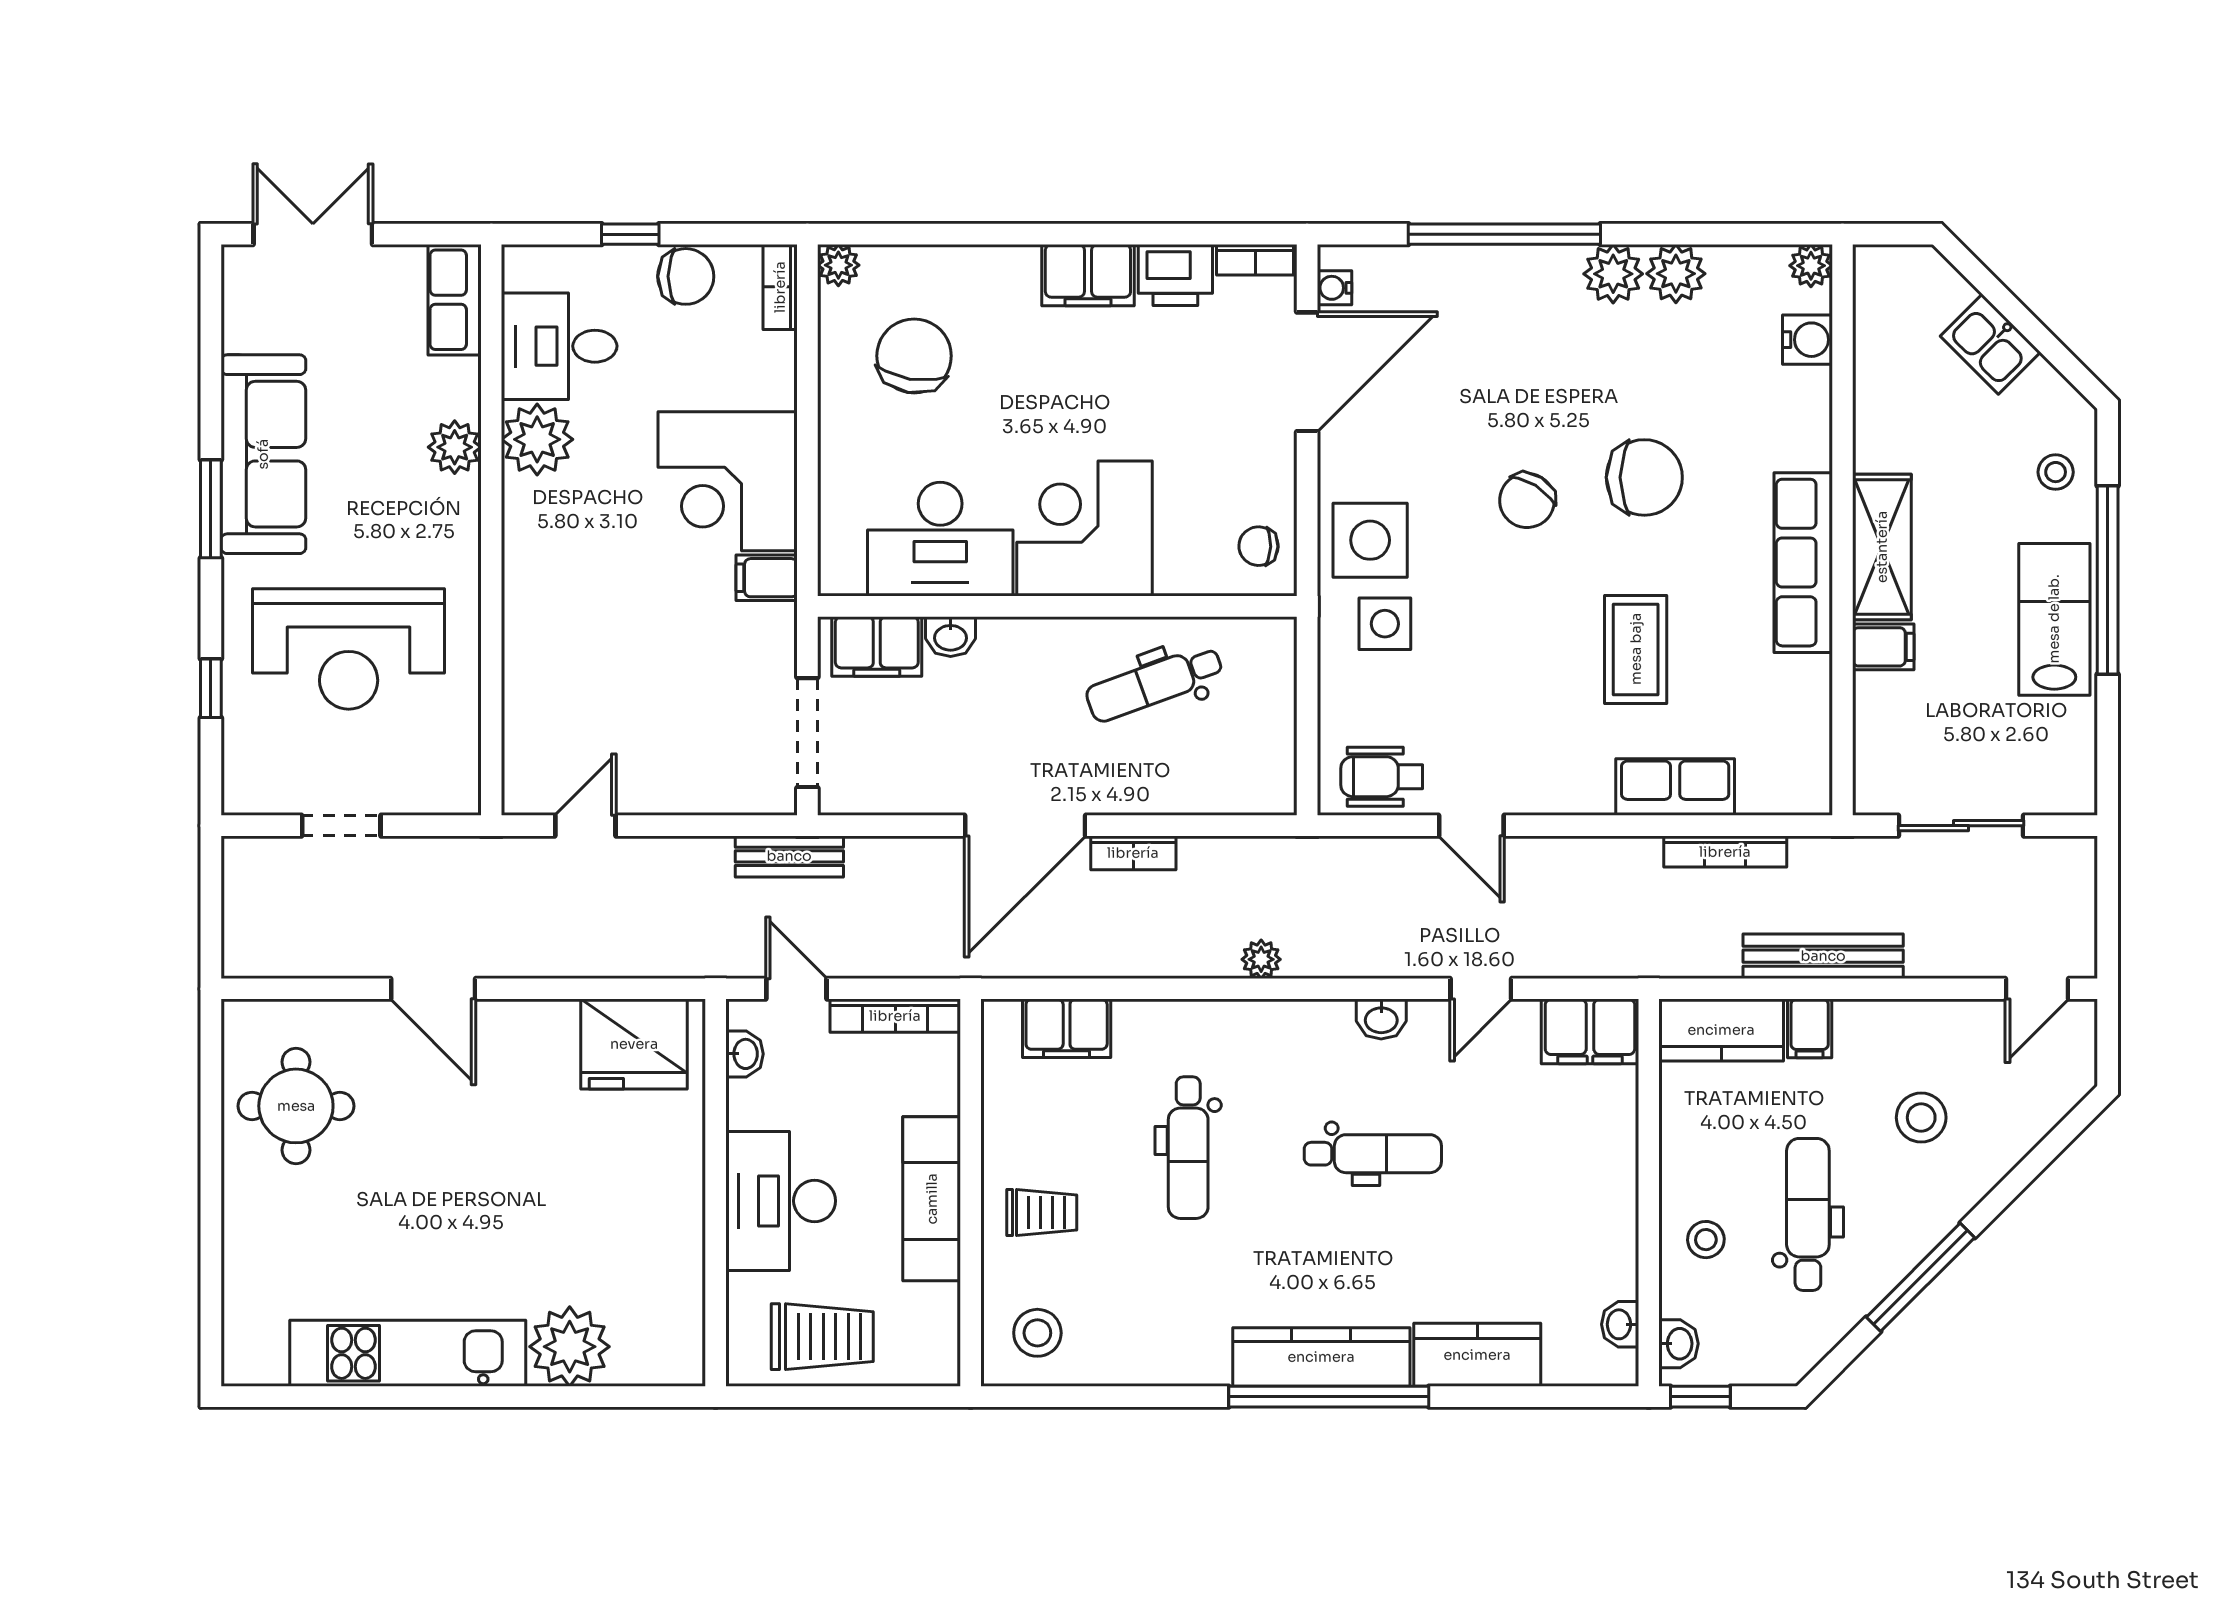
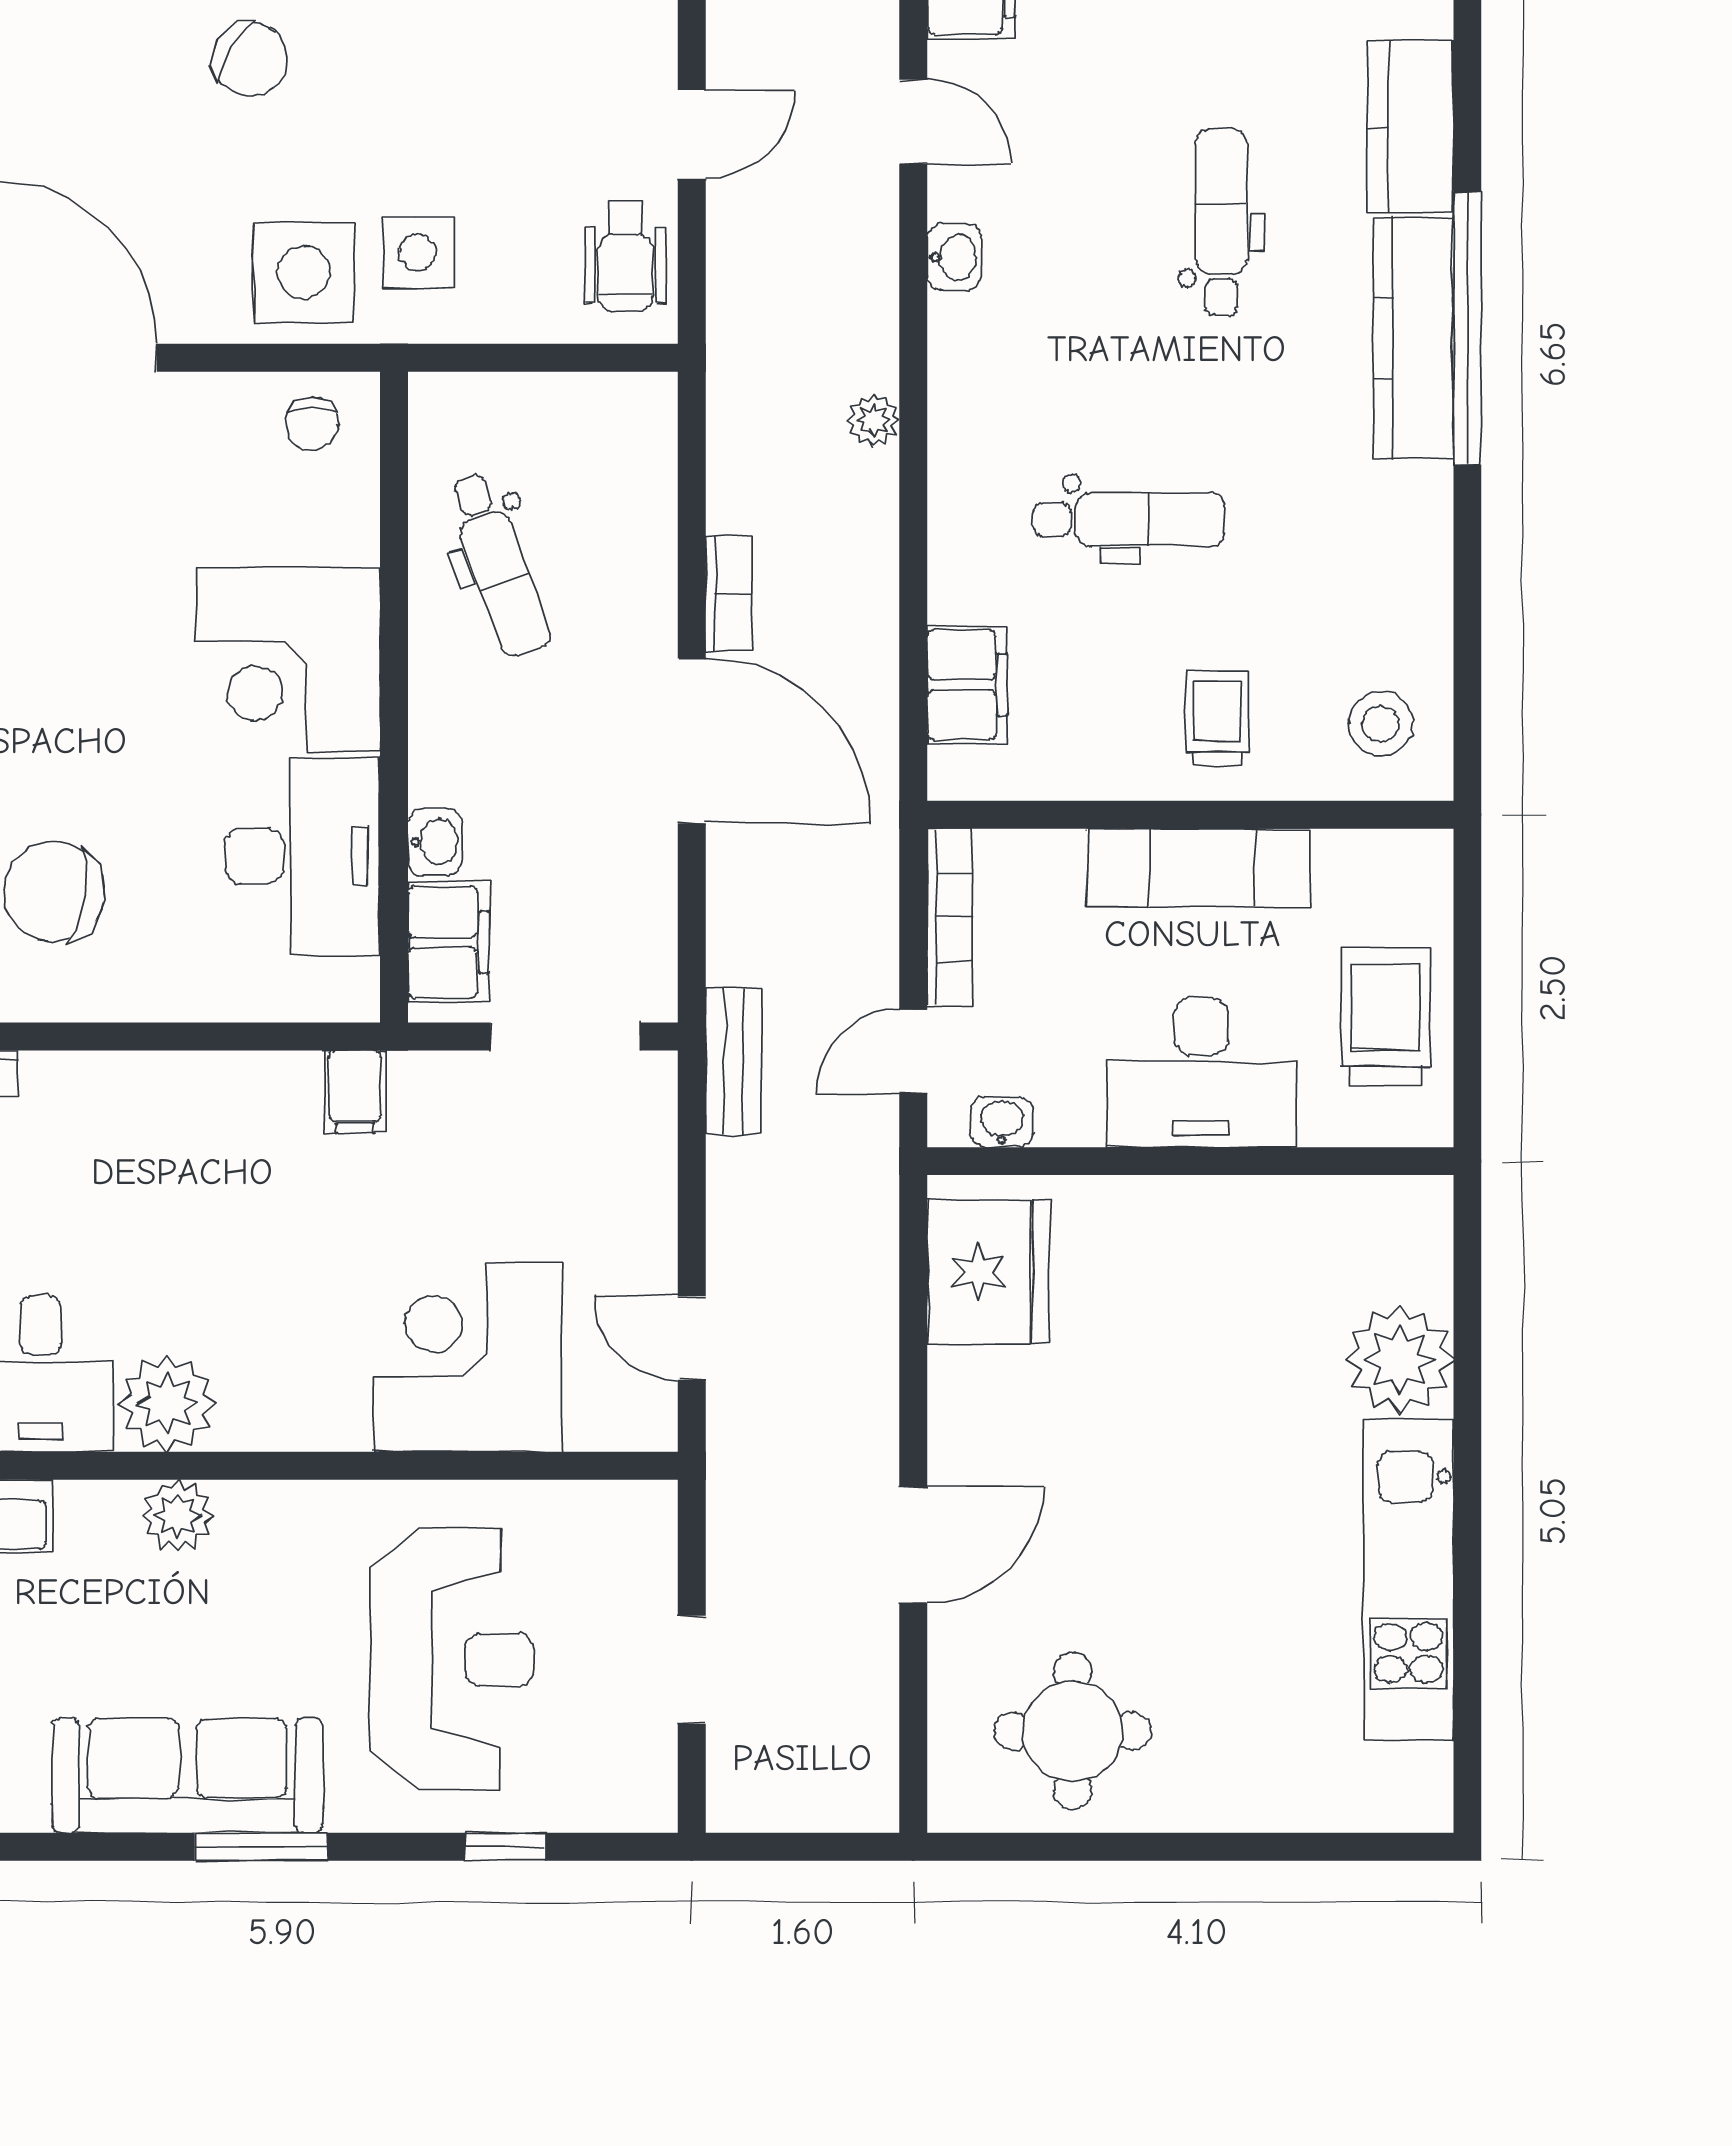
corner desk: (728, 481) -> (468, 1357), moved, turned 180
dental chair: (1373, 1154) -> (1221, 222), moved

